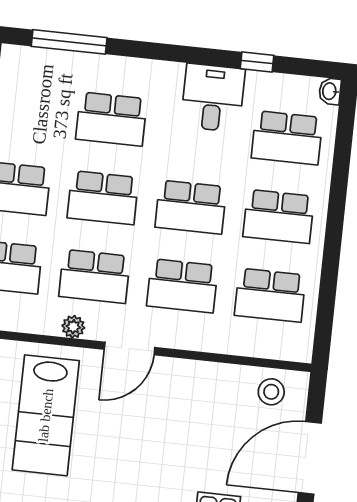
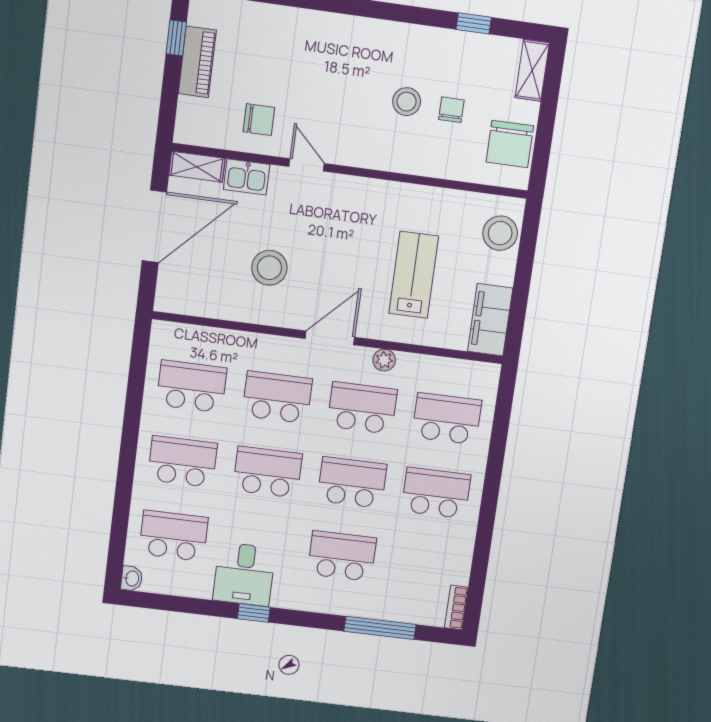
window: (257, 62) -> (254, 613), moved
stool: (271, 392) -> (269, 268), moved, width x1.38, depth x1.38
lab bench: (46, 415) -> (414, 275), width x0.73, depth x0.72

